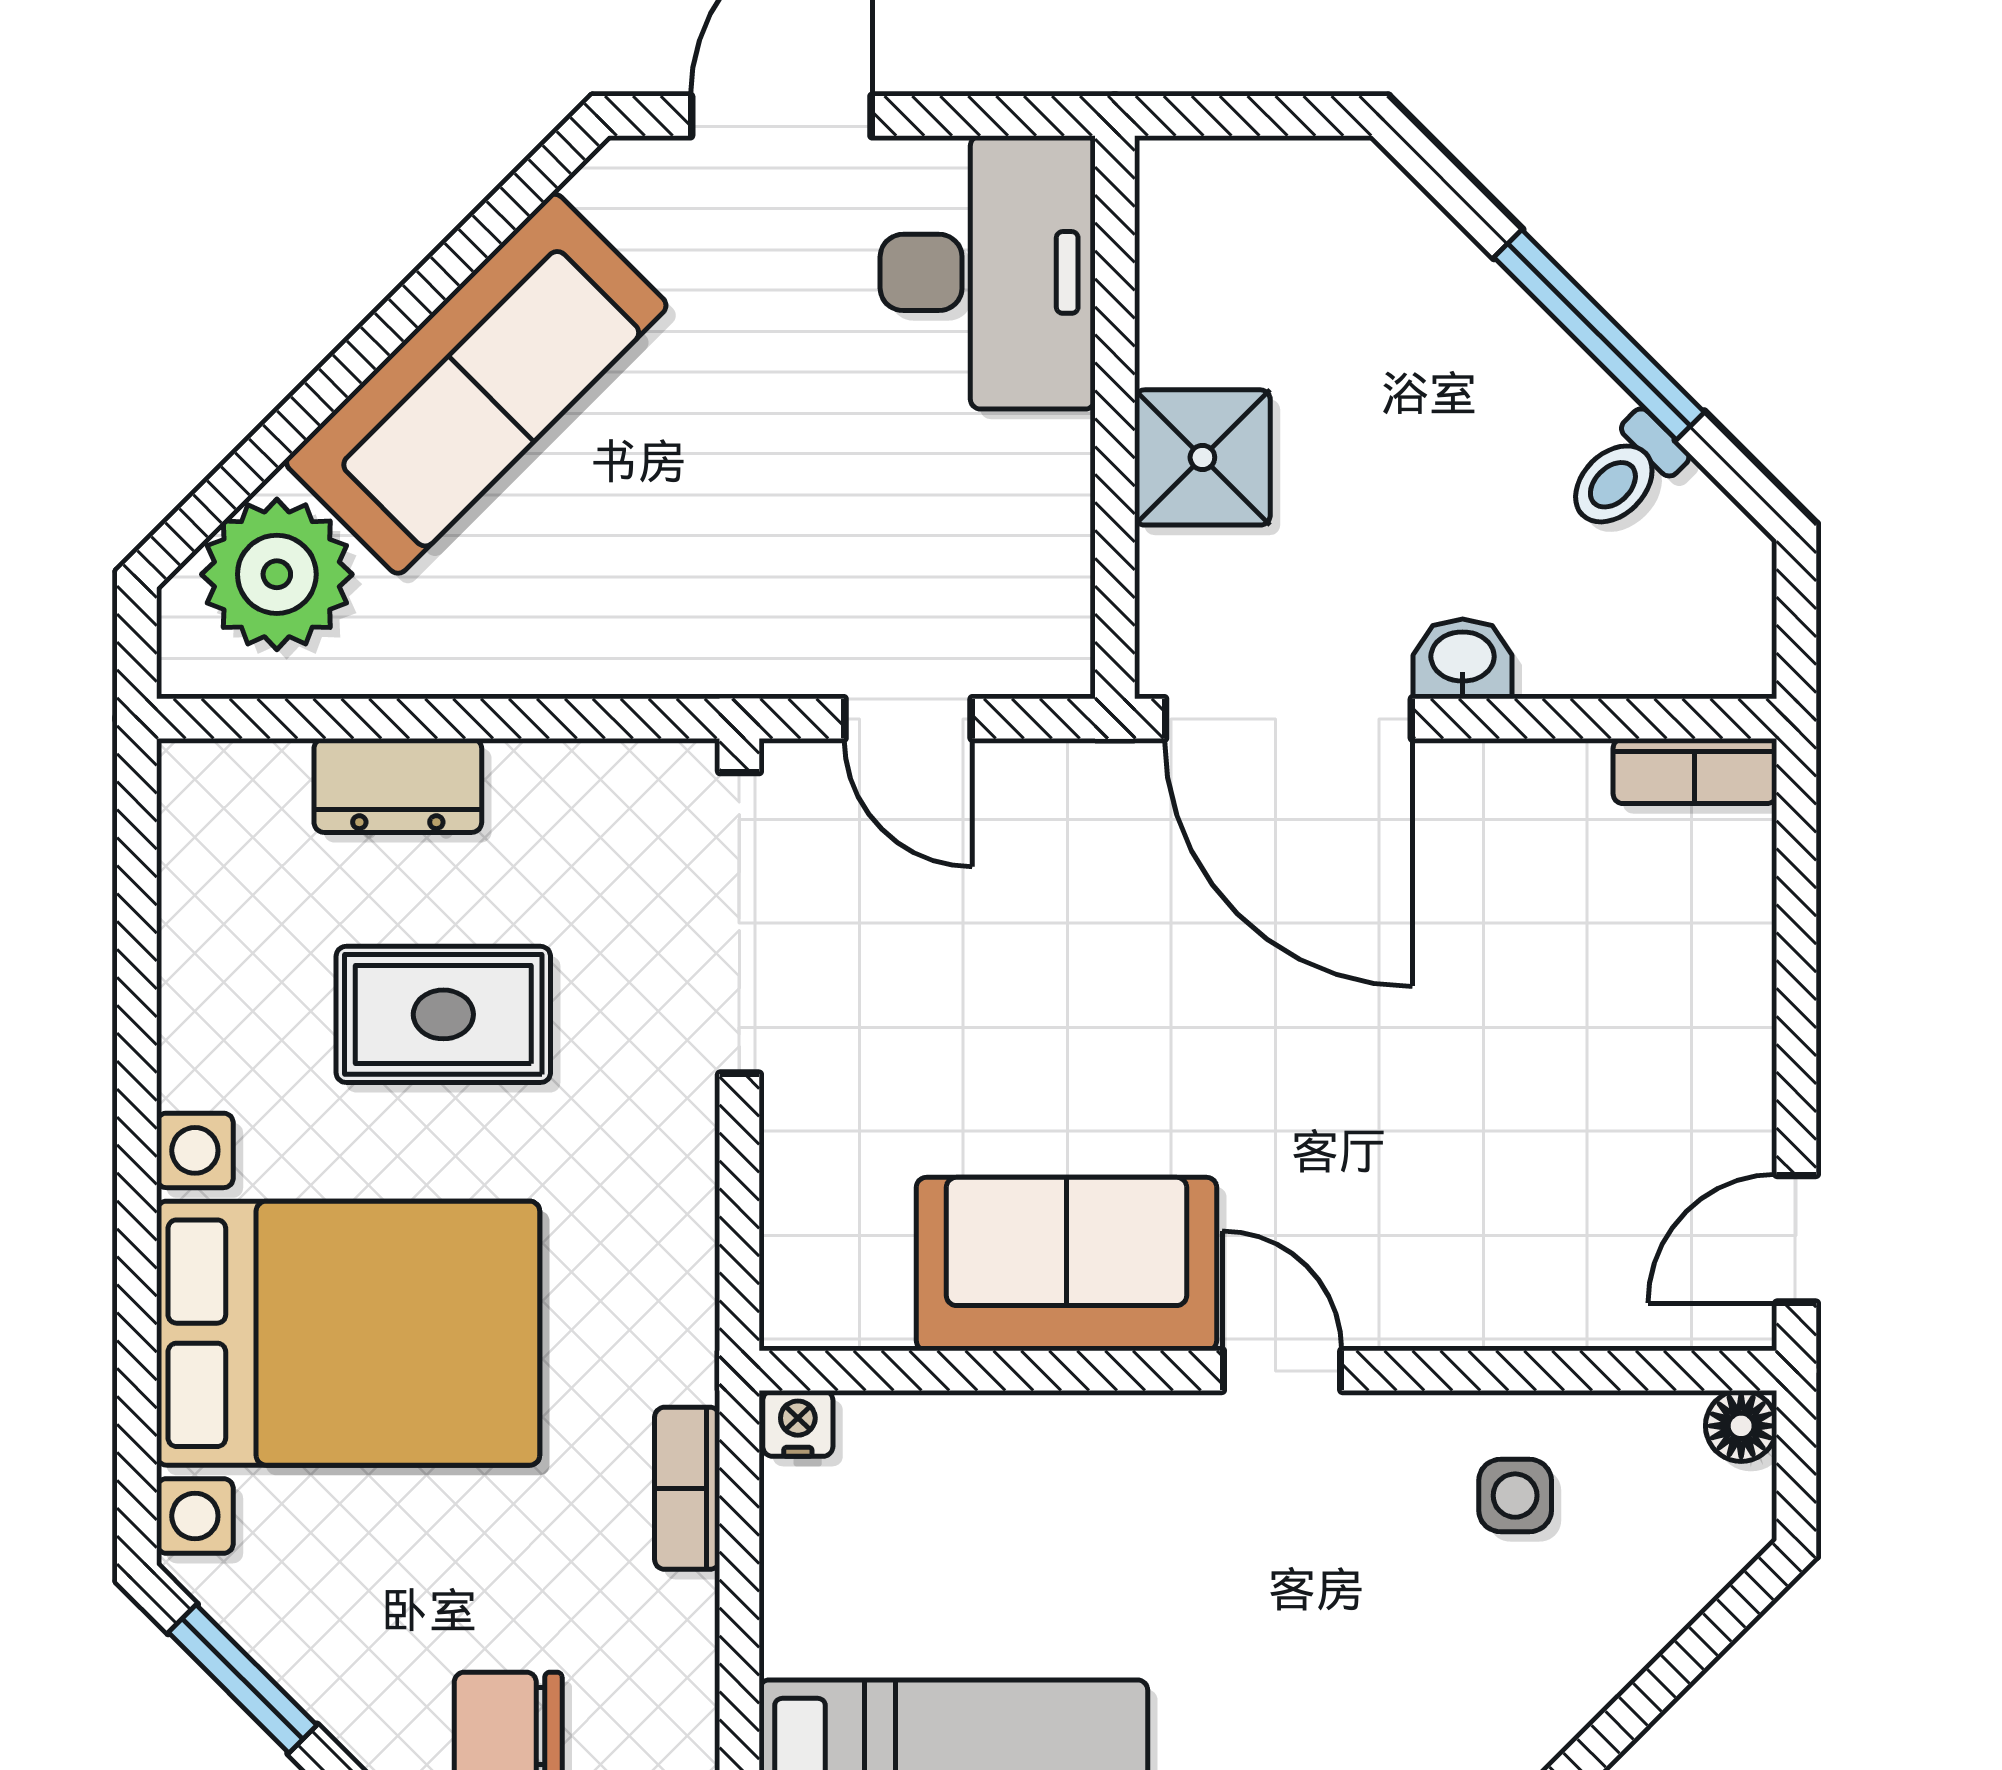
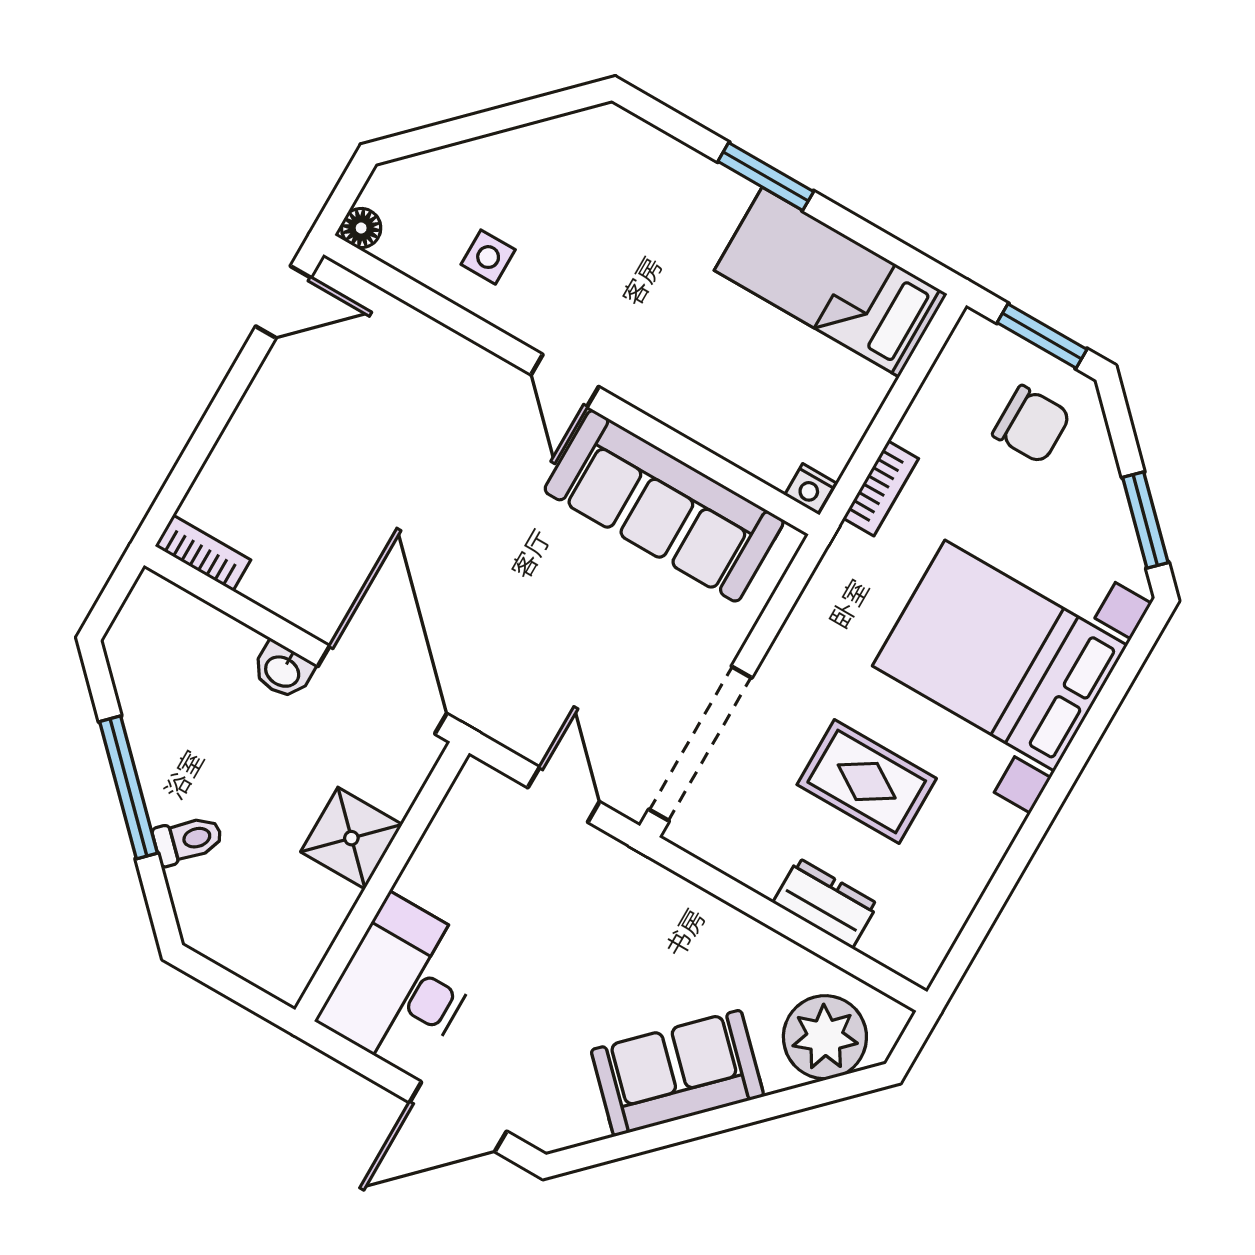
sofa: (476, 384) -> (677, 1073), width x0.73
toilet: (1625, 473) -> (188, 840), moved
sofa: (1066, 1264) -> (664, 506), width x1.36

